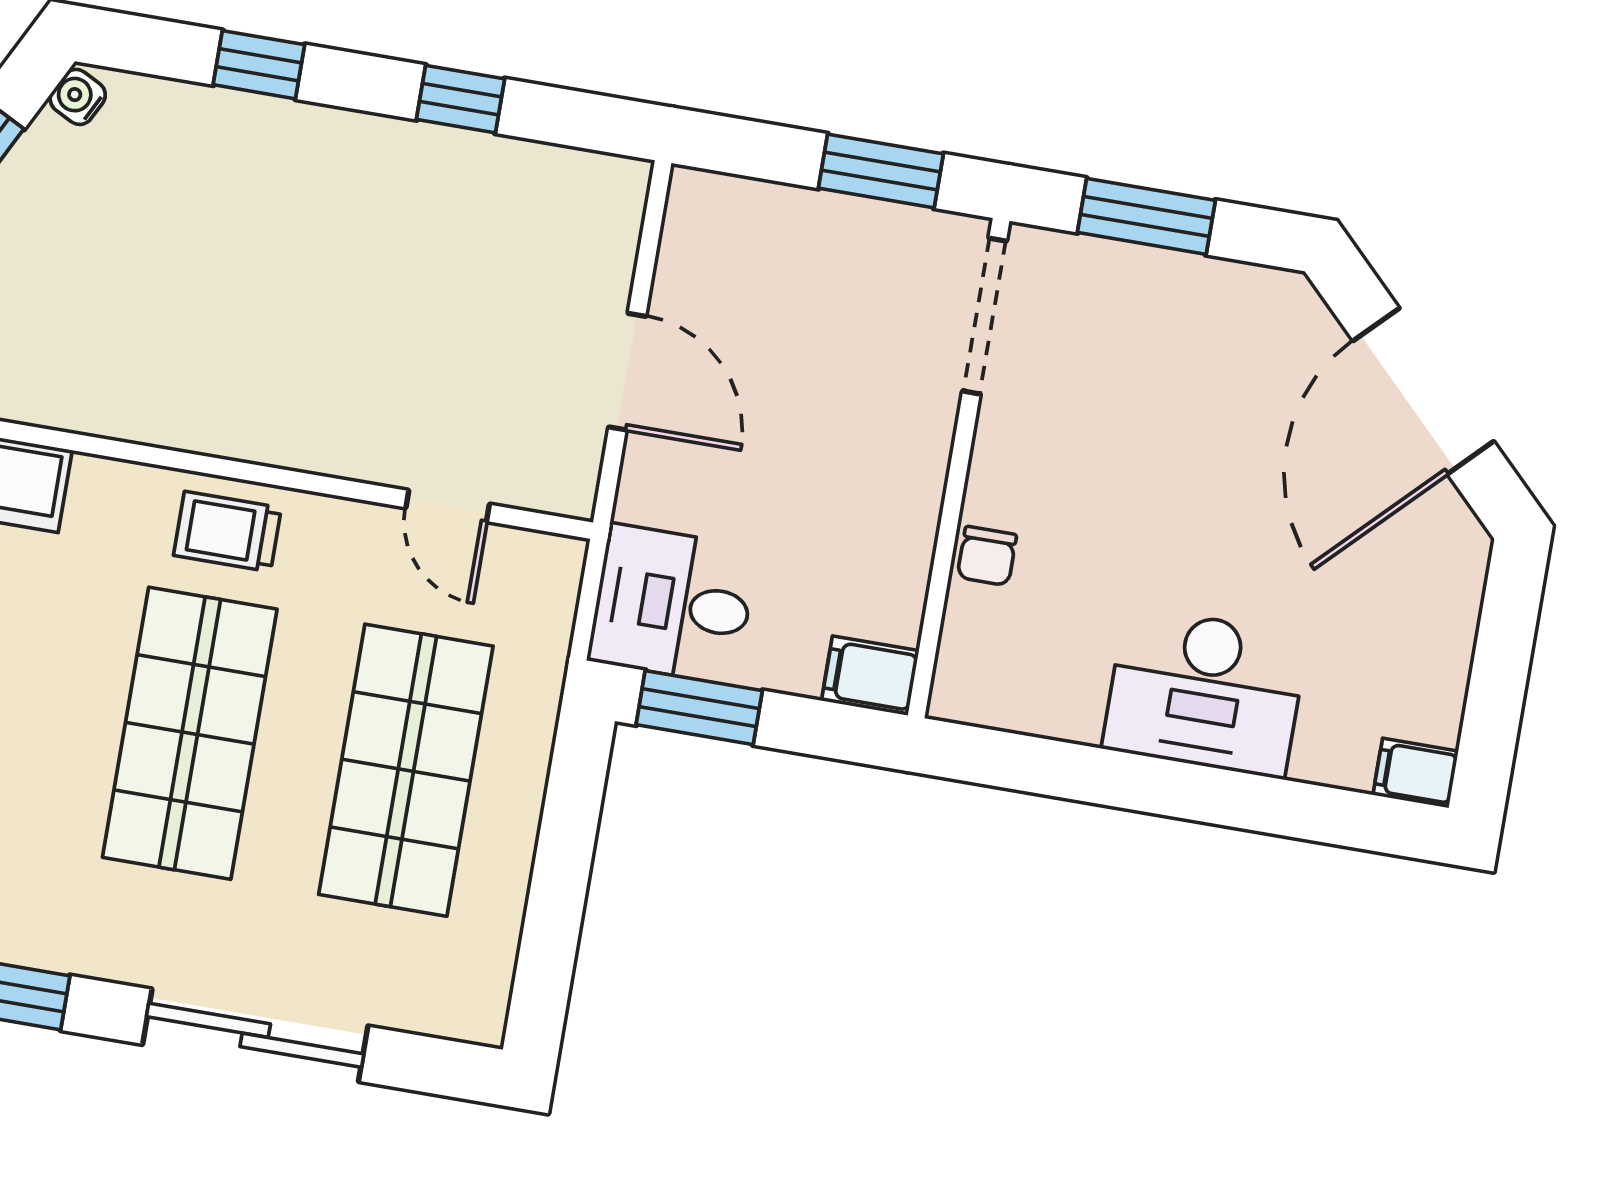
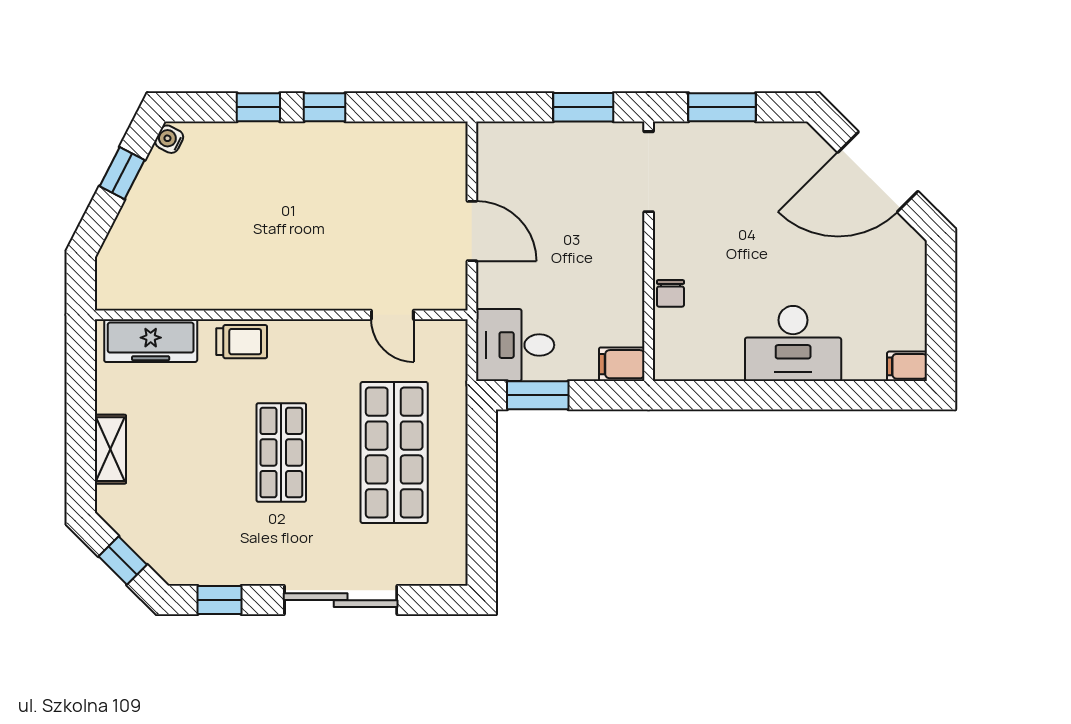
window: (460, 99) -> (325, 107), moved
door: (1423, 391) -> (878, 172), hinge flipped
trolley: (227, 532) -> (242, 342), moved, turned 180
shop shelf: (190, 733) -> (281, 453), width x0.70, depth x0.74

